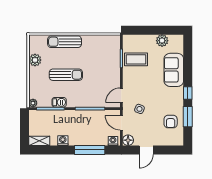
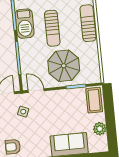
coffee table: (136, 59) -> (94, 100), moved
parasol: (101, 68) -> (64, 66), added
barbecue: (59, 102) -> (25, 24), width x1.88, depth x1.53

